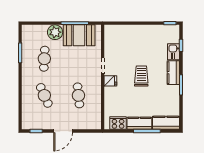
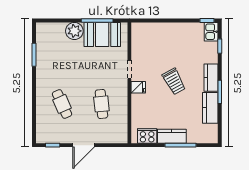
kitchen sink: (173, 52) -> (211, 32), moved
cafe table: (44, 59) -> (62, 62), removed
trolley: (141, 76) -> (174, 81), turned 151
kitchen counter: (166, 123) -> (210, 108), moved, turned -90

